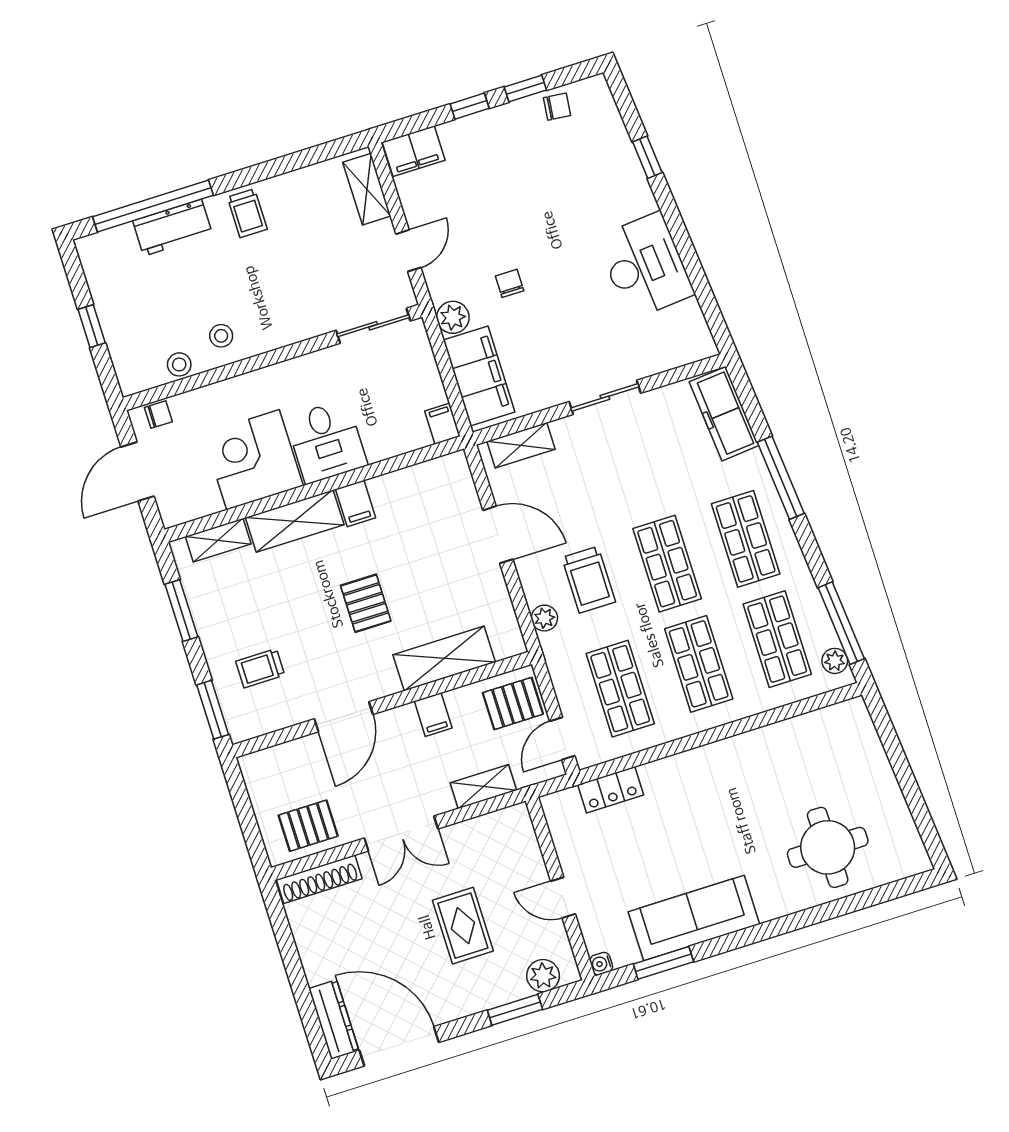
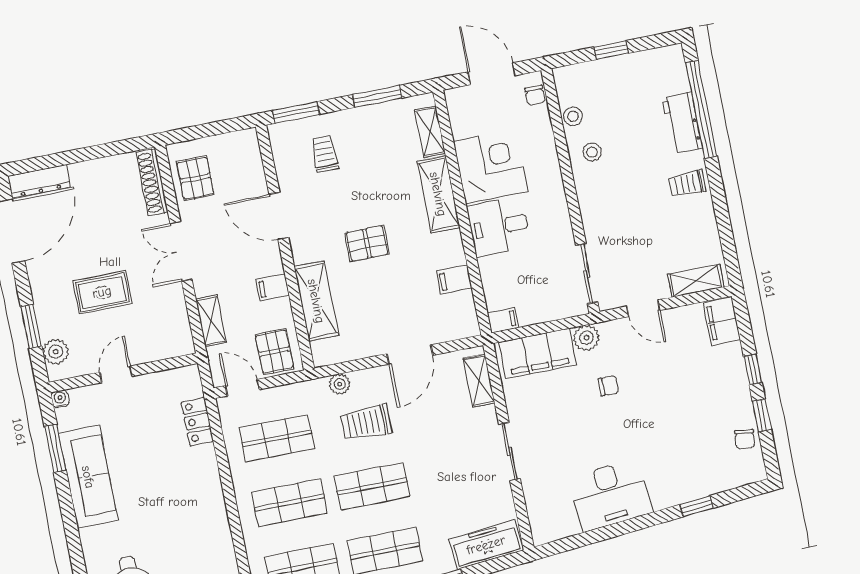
filing cabinet: (356, 503) -> (454, 280), moved

